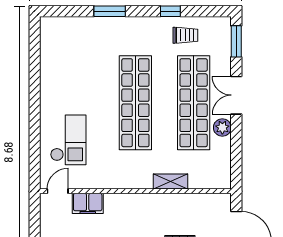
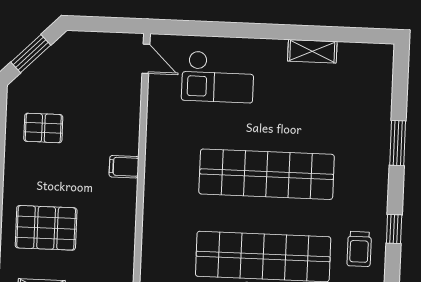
shelving: (170, 181) -> (312, 51), moved, turned 90
filing cabinet: (88, 203) -> (124, 167), moved, width x0.50

